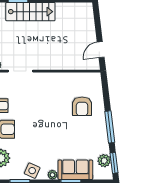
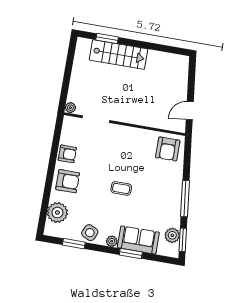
armchair: (82, 106) -> (168, 149), moved
coffee table: (53, 128) -> (121, 188), added

